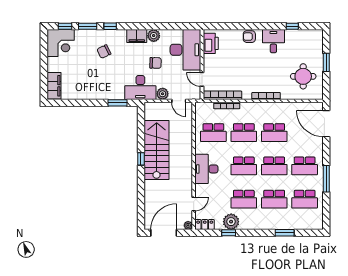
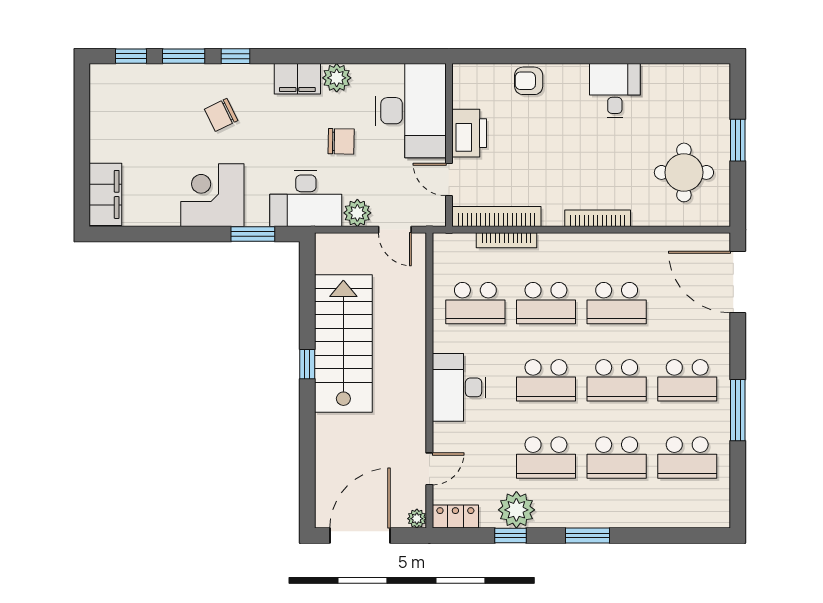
window: (292, 26) -> (658, 56), removed
armchair: (249, 37) -> (529, 81), moved
corner desk: (61, 43) -> (212, 195), moved, turned 180
printer: (211, 43) -> (469, 133), moved
window: (285, 233) -> (588, 535), moved

